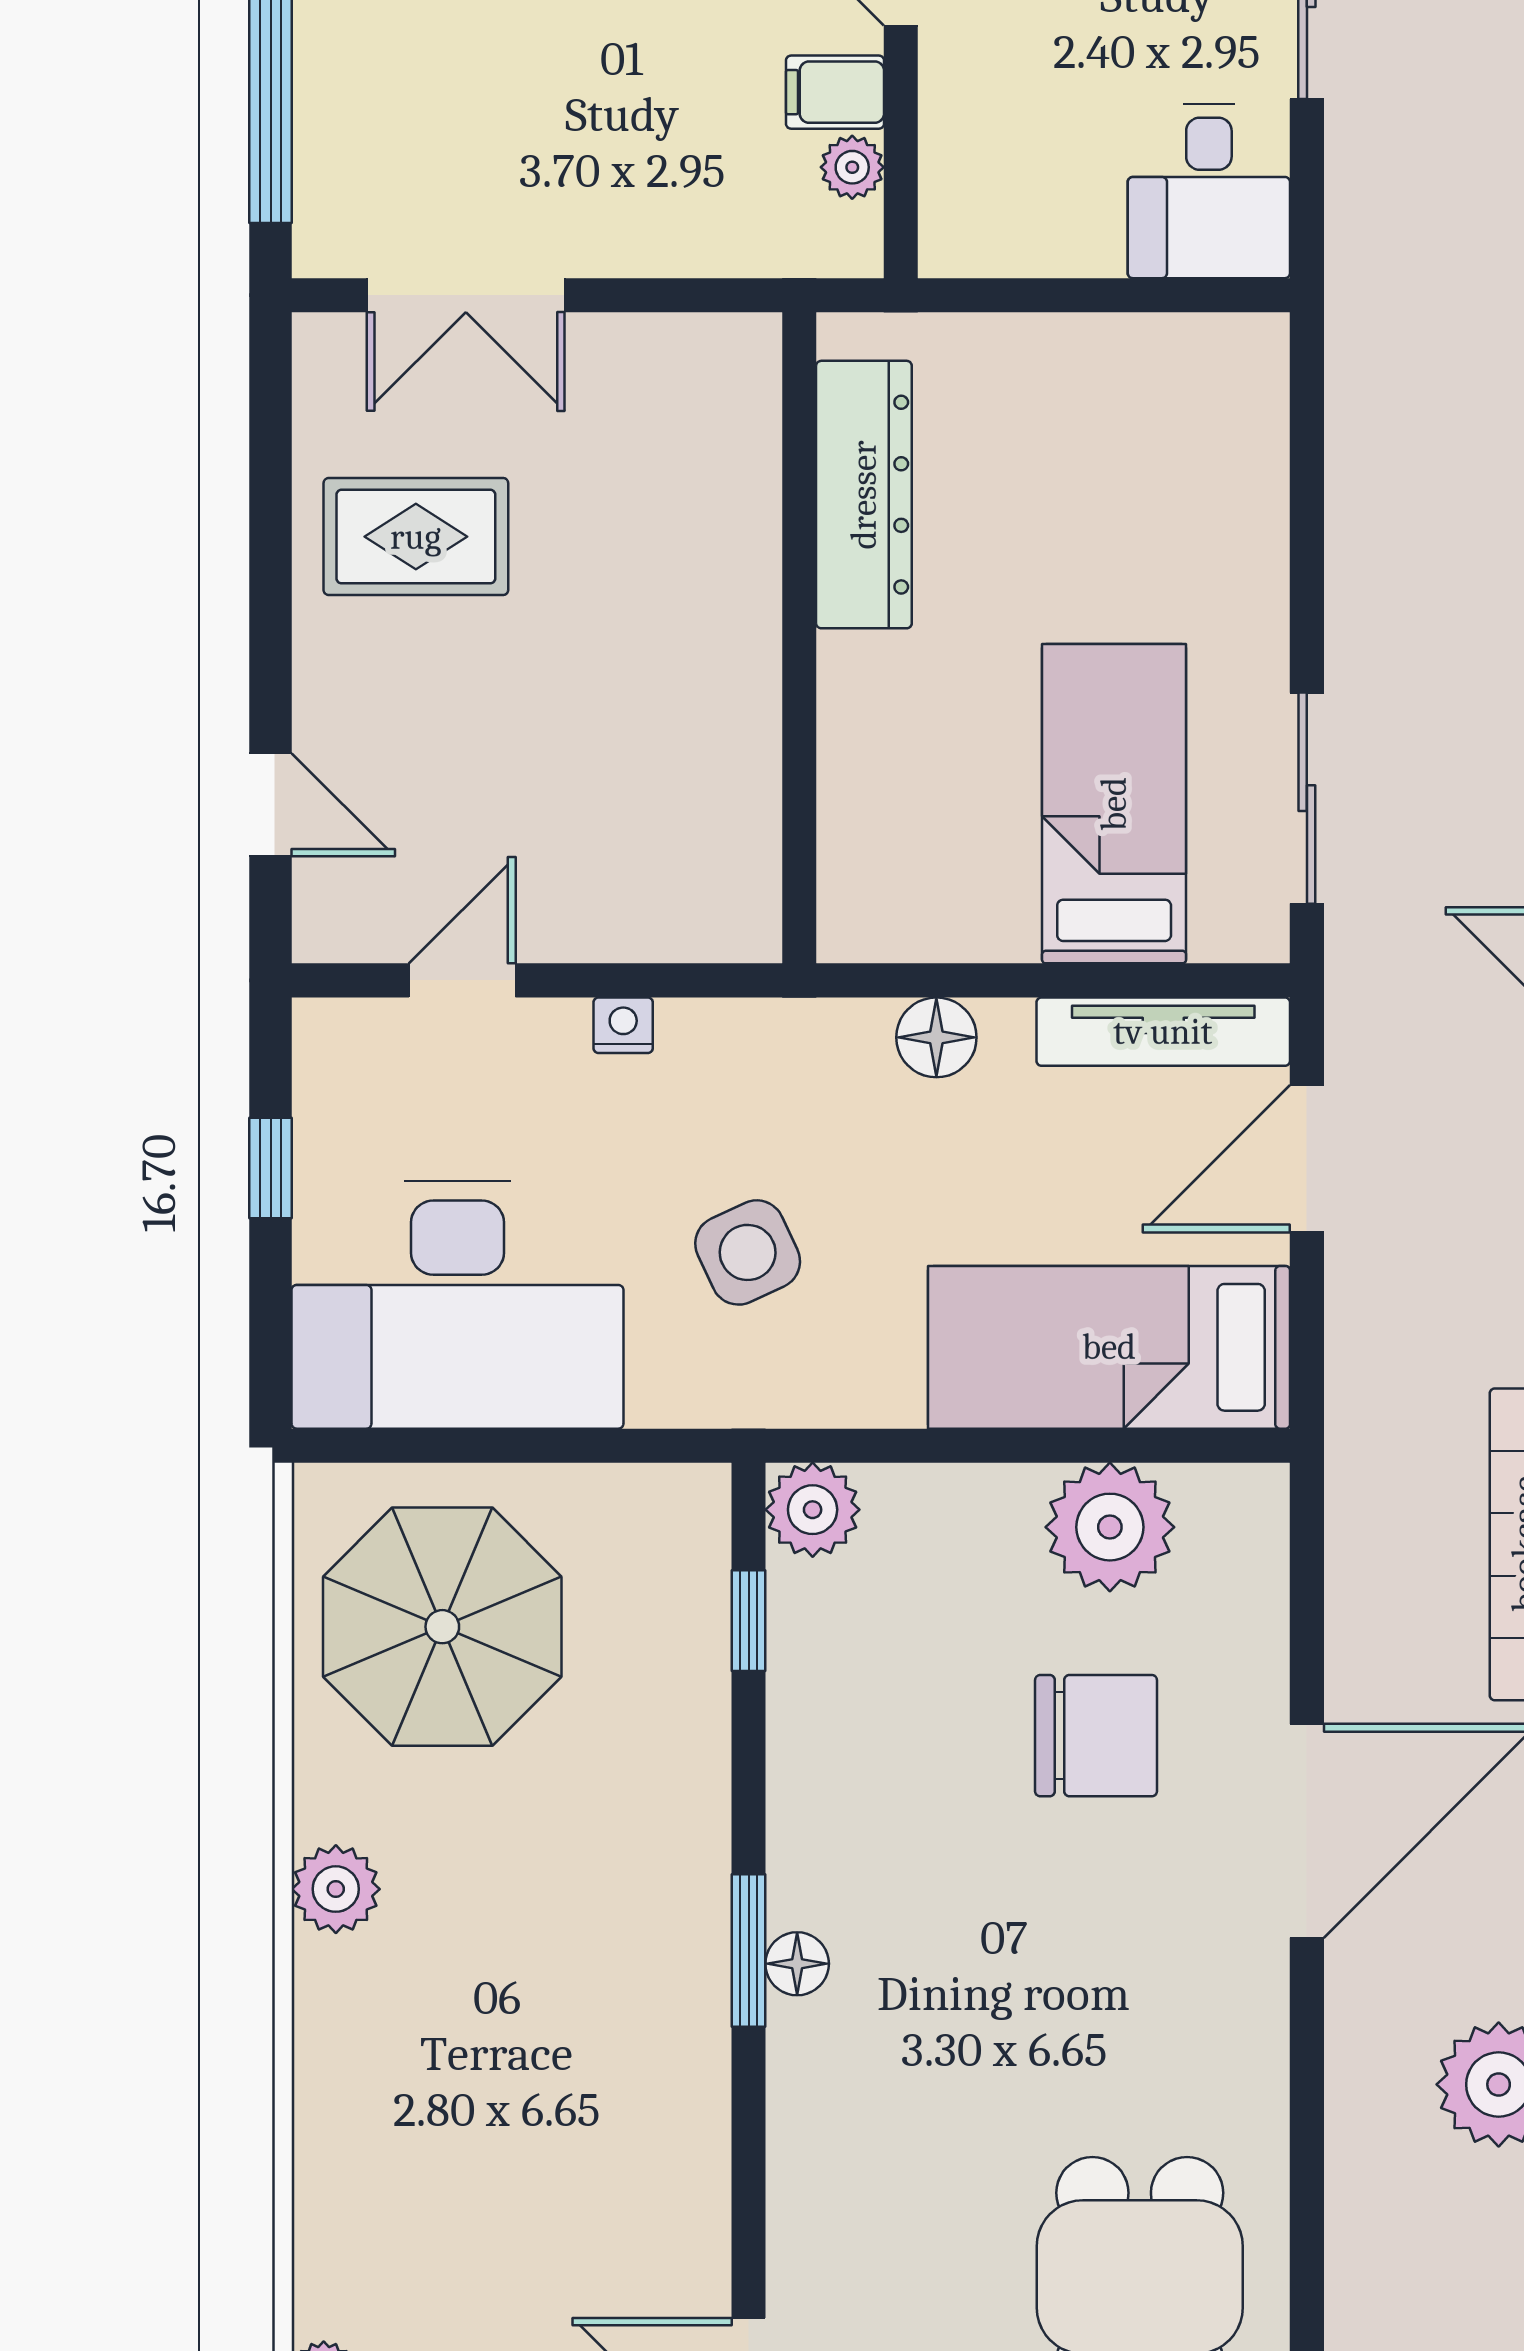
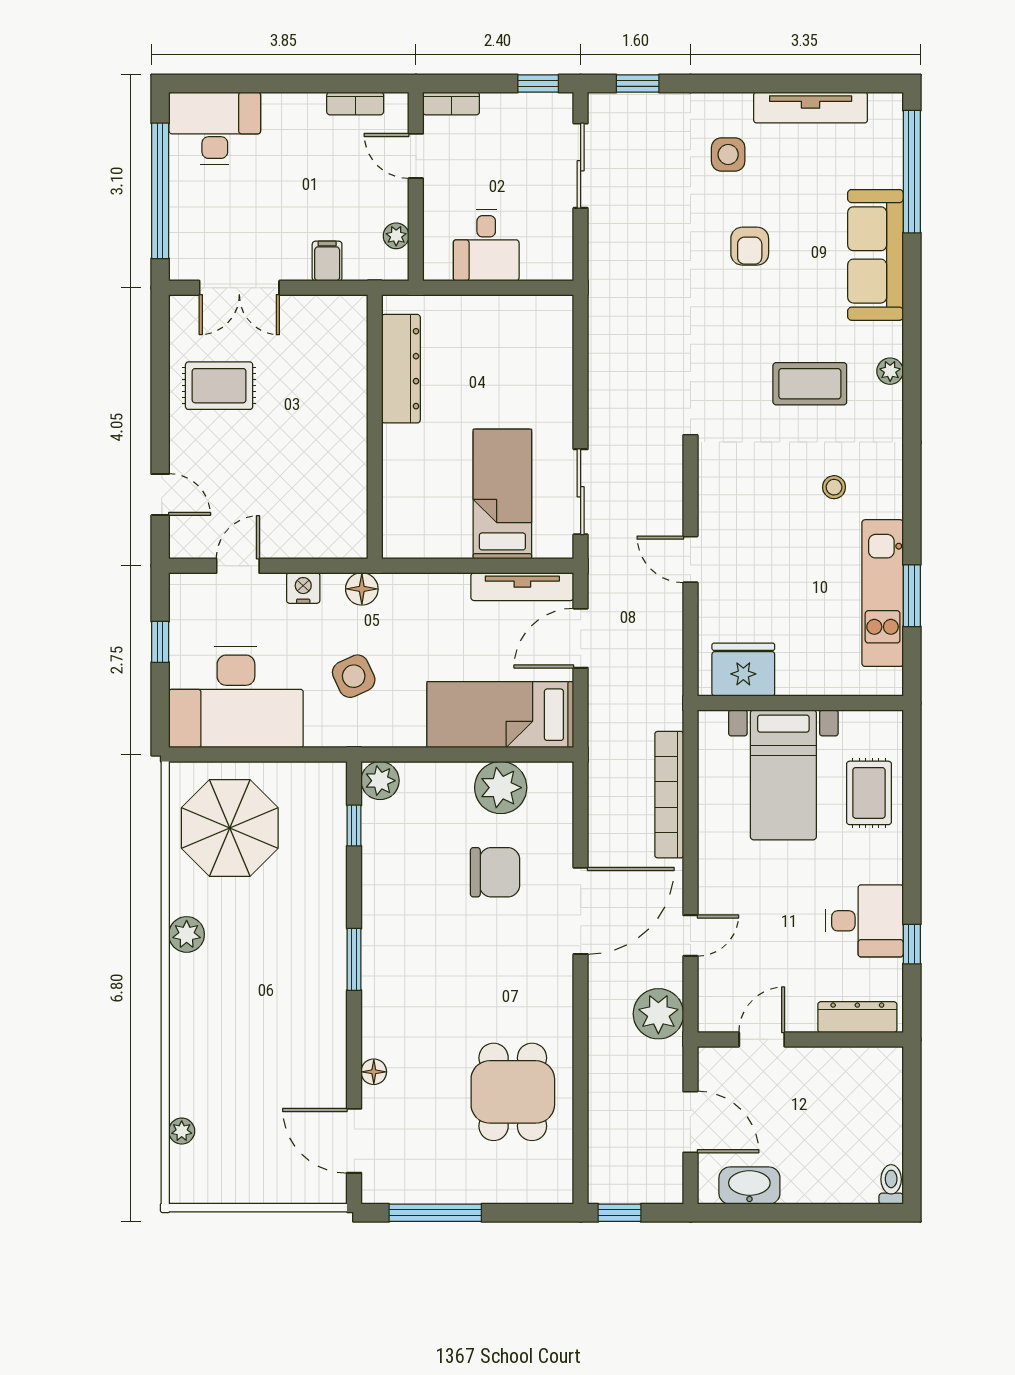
filing cabinet: (835, 92) -> (327, 261), moved, turned 90
desk: (1209, 191) -> (486, 245), moved
nightstand: (623, 1025) -> (303, 588), width x1.39, depth x1.35
floor lamp: (936, 1037) -> (362, 589), moved
floor lamp: (797, 1964) -> (374, 1072), moved

